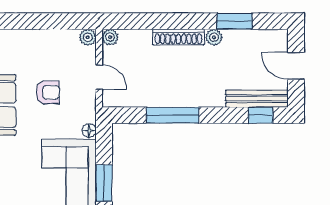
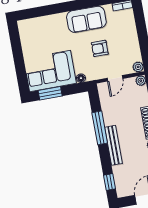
armchair: (48, 92) -> (100, 48), turned 90
bench: (257, 99) -> (113, 145), moved

